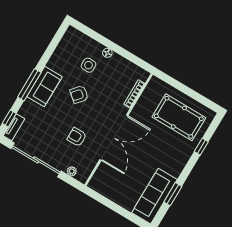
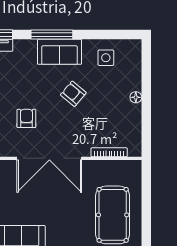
side table: (89, 65) -> (106, 58), moved

